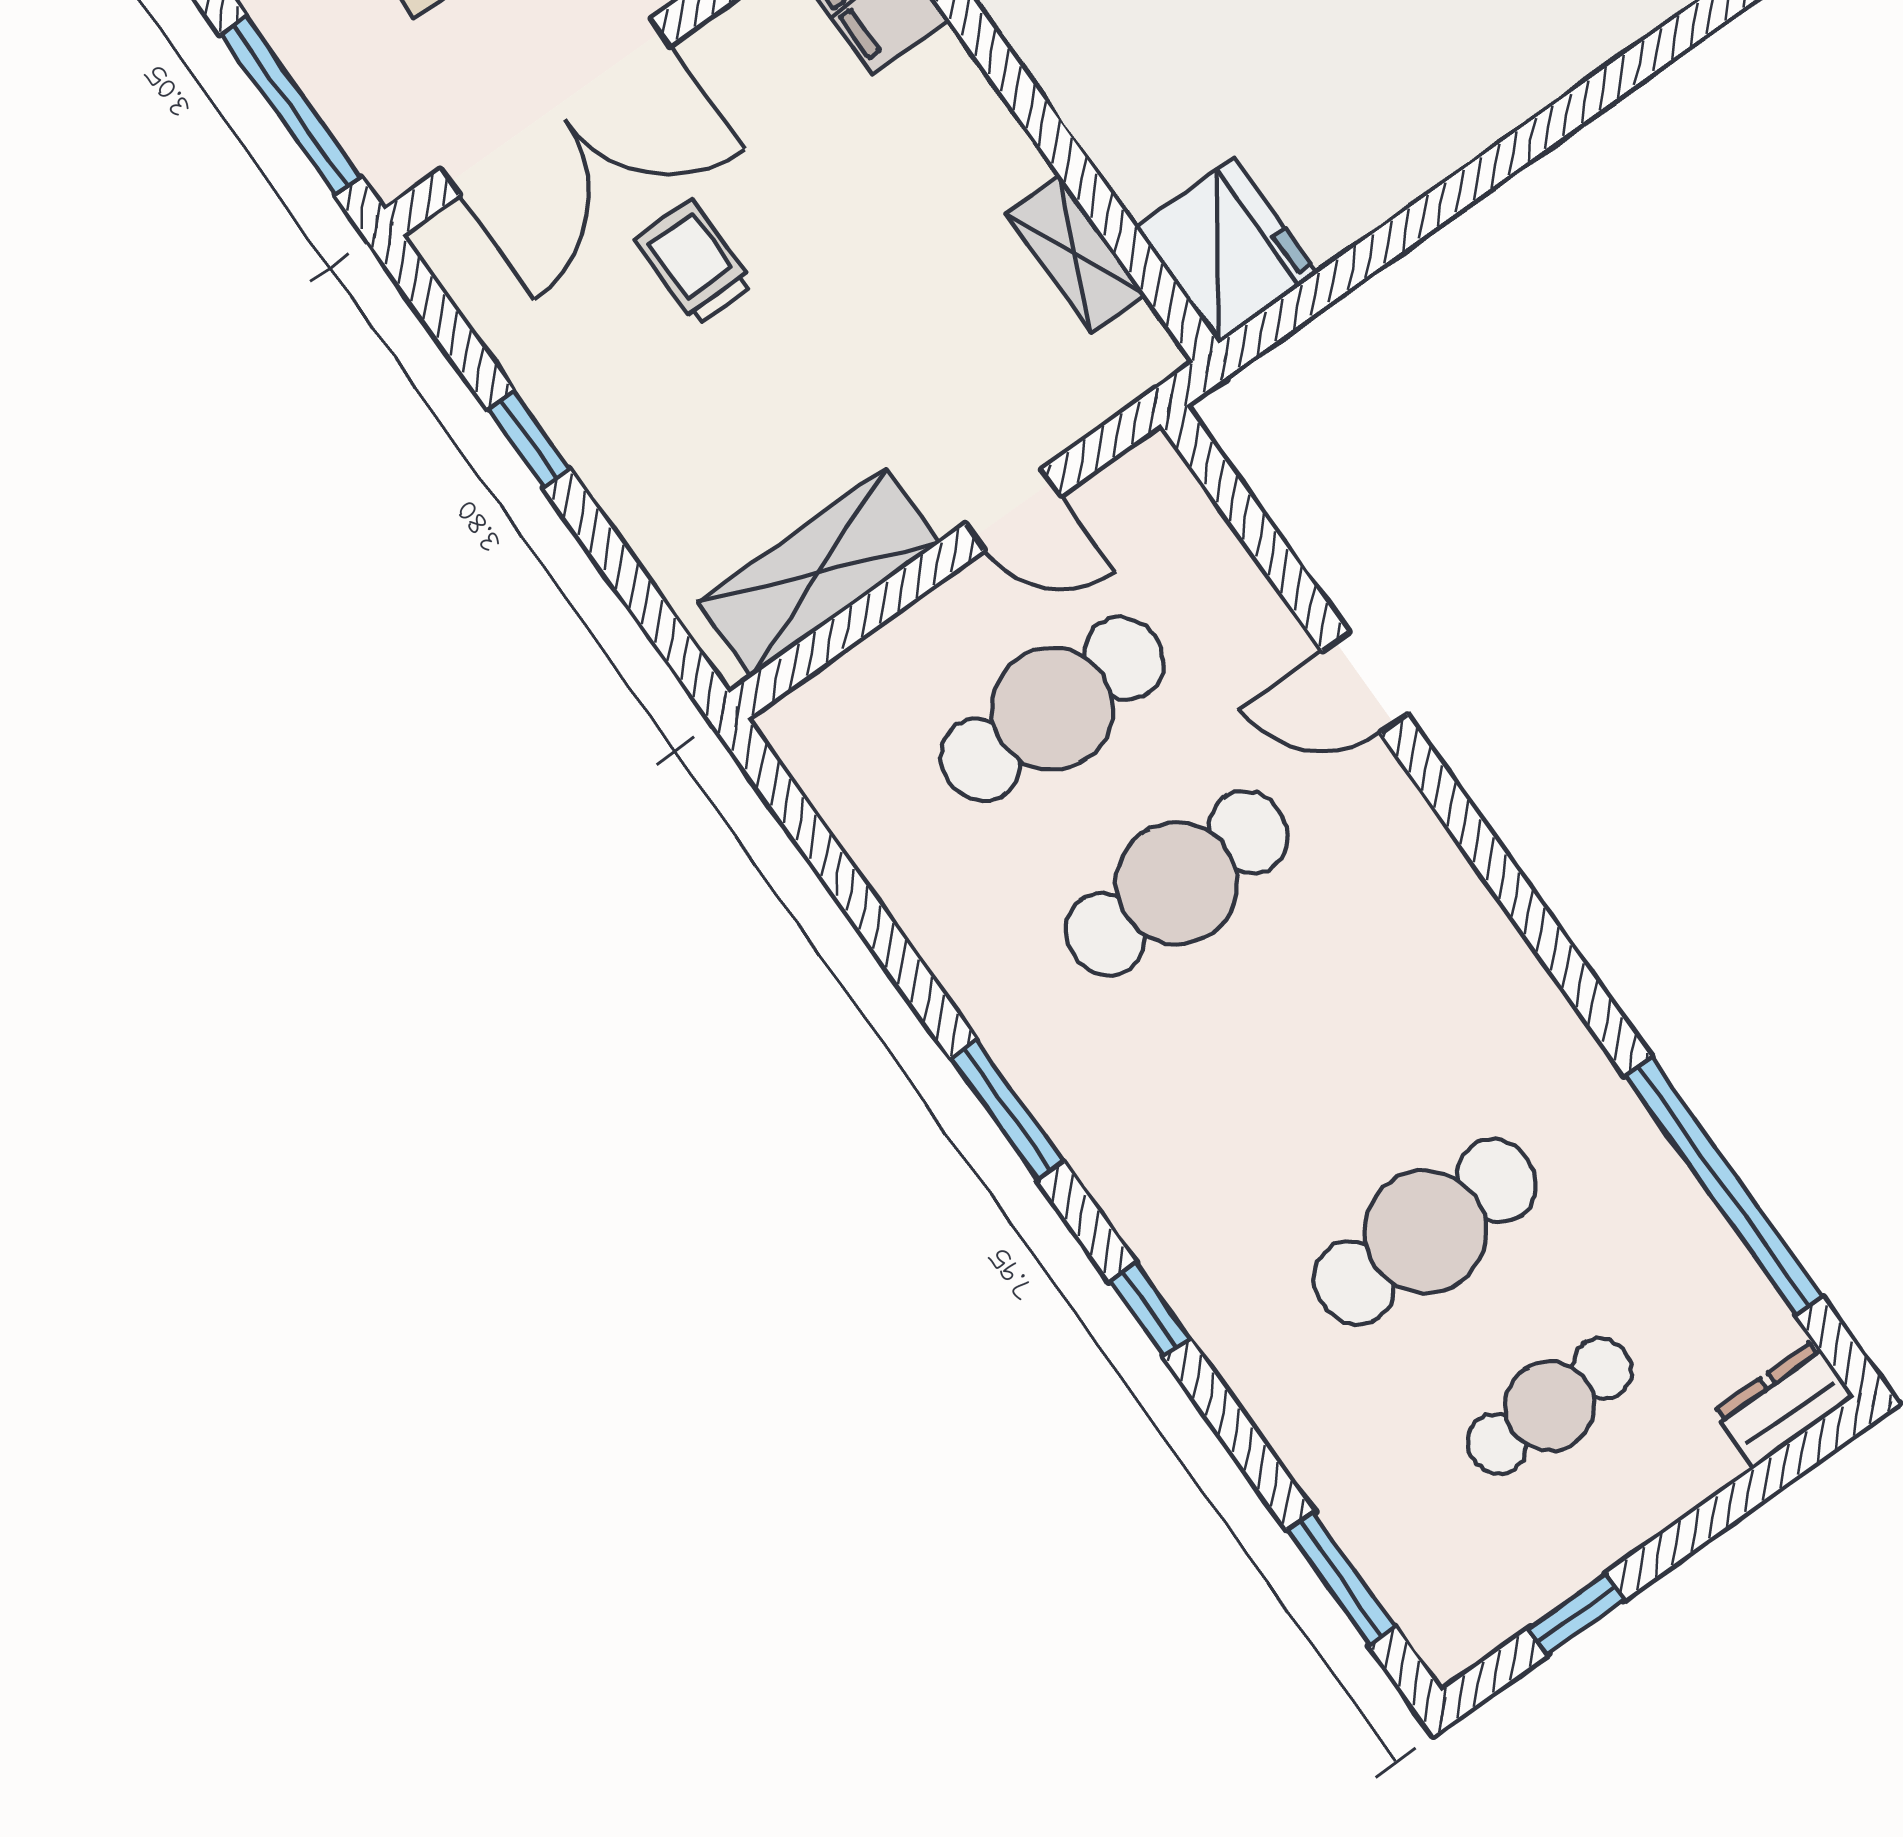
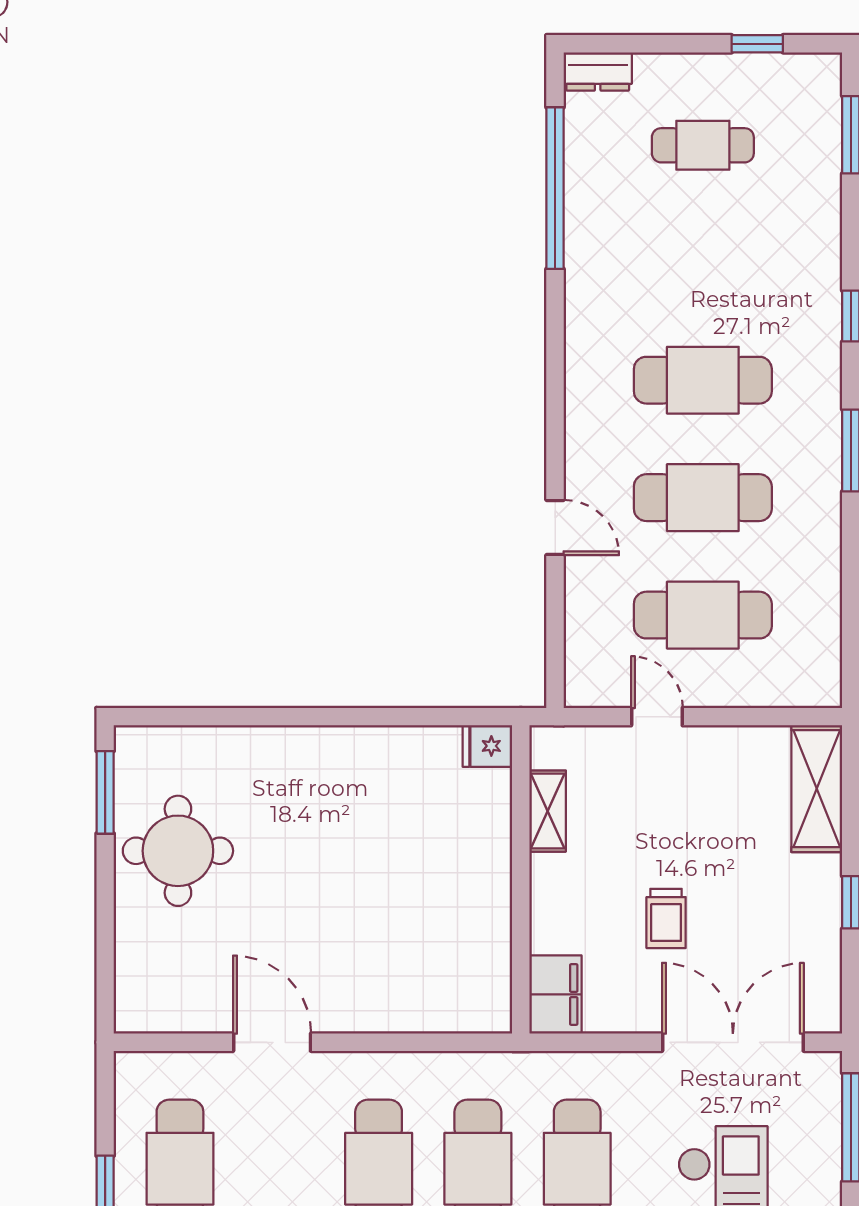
fridge: (1227, 250) -> (487, 746), width x0.53, depth x0.75
trolley: (694, 262) -> (666, 918), moved
shelving: (819, 572) -> (817, 789), moved, turned 90
cafe table: (1425, 1232) -> (703, 380), moved

